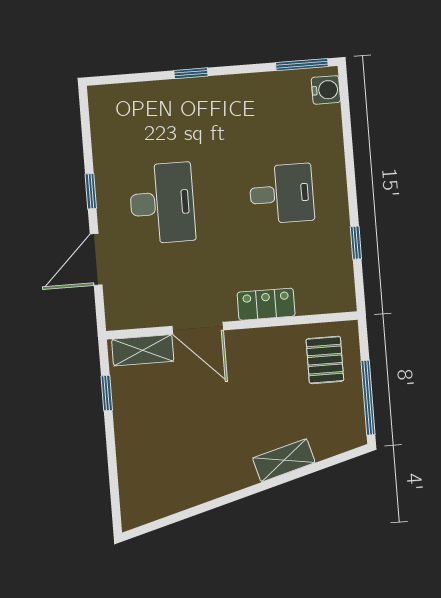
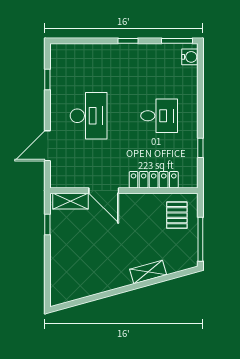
window: (191, 73) -> (128, 41), moved
window: (91, 191) -> (47, 80), moved
locker: (266, 304) -> (154, 180), width x1.53

